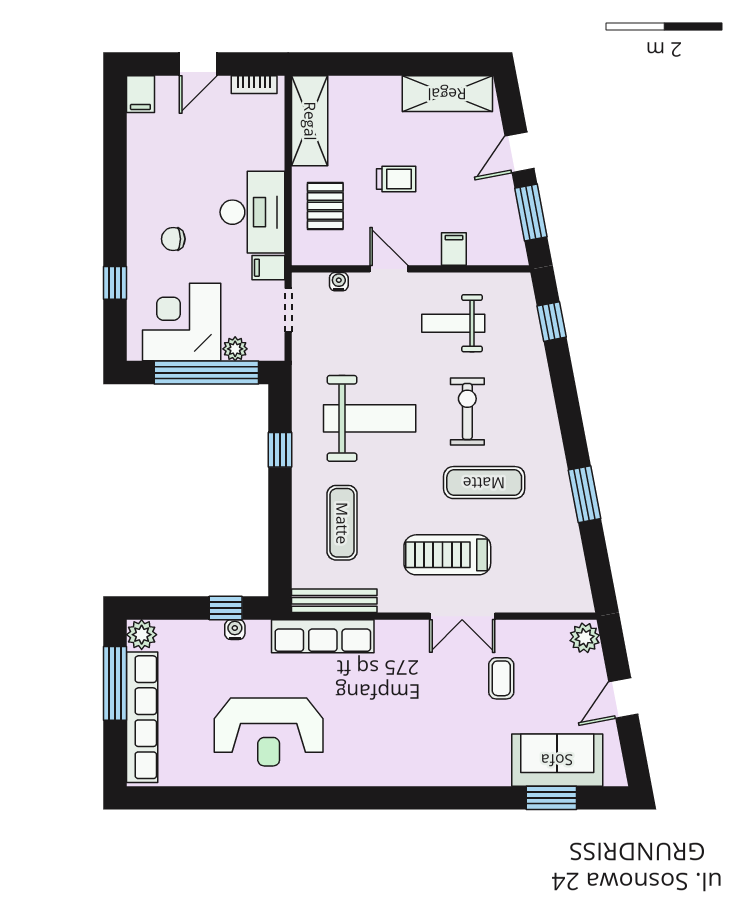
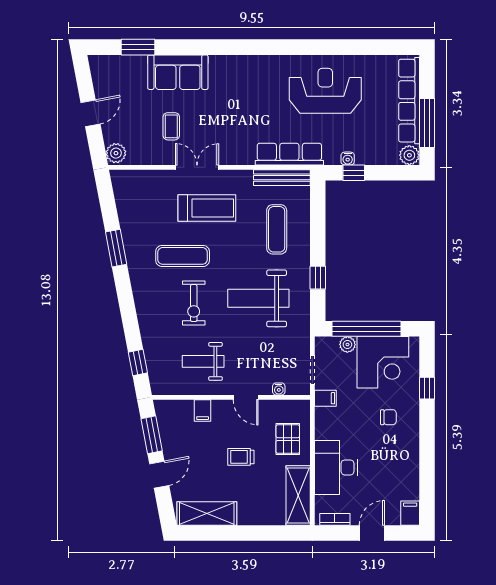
desk: (252, 212) -> (336, 467), moved
weight bench: (453, 323) -> (203, 361), turned 180
sofa: (557, 760) -> (178, 72), moved

